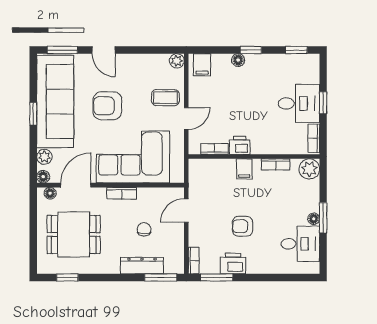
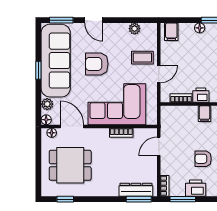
plant: (177, 61) -> (135, 29), moved
door: (76, 185) -> (72, 126), hinge flipped
bookcase: (122, 193) -> (121, 133), moved
chair: (144, 229) -> (126, 161), removed
dresser: (142, 266) -> (136, 190), moved

